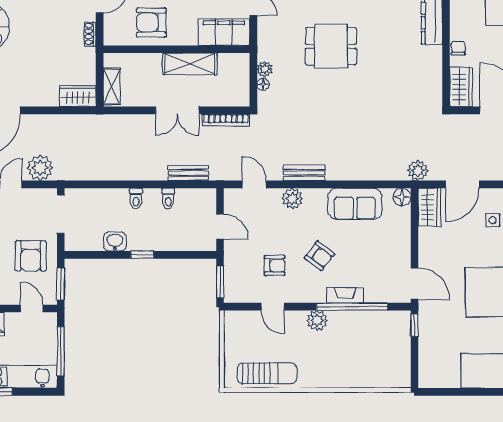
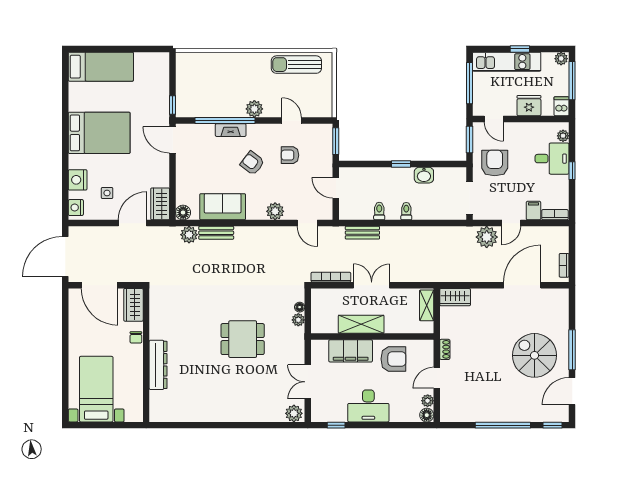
filing cabinet: (224, 32) -> (351, 351), moved
plant: (418, 171) -> (189, 235), moved
bench: (304, 173) -> (216, 233), moved

